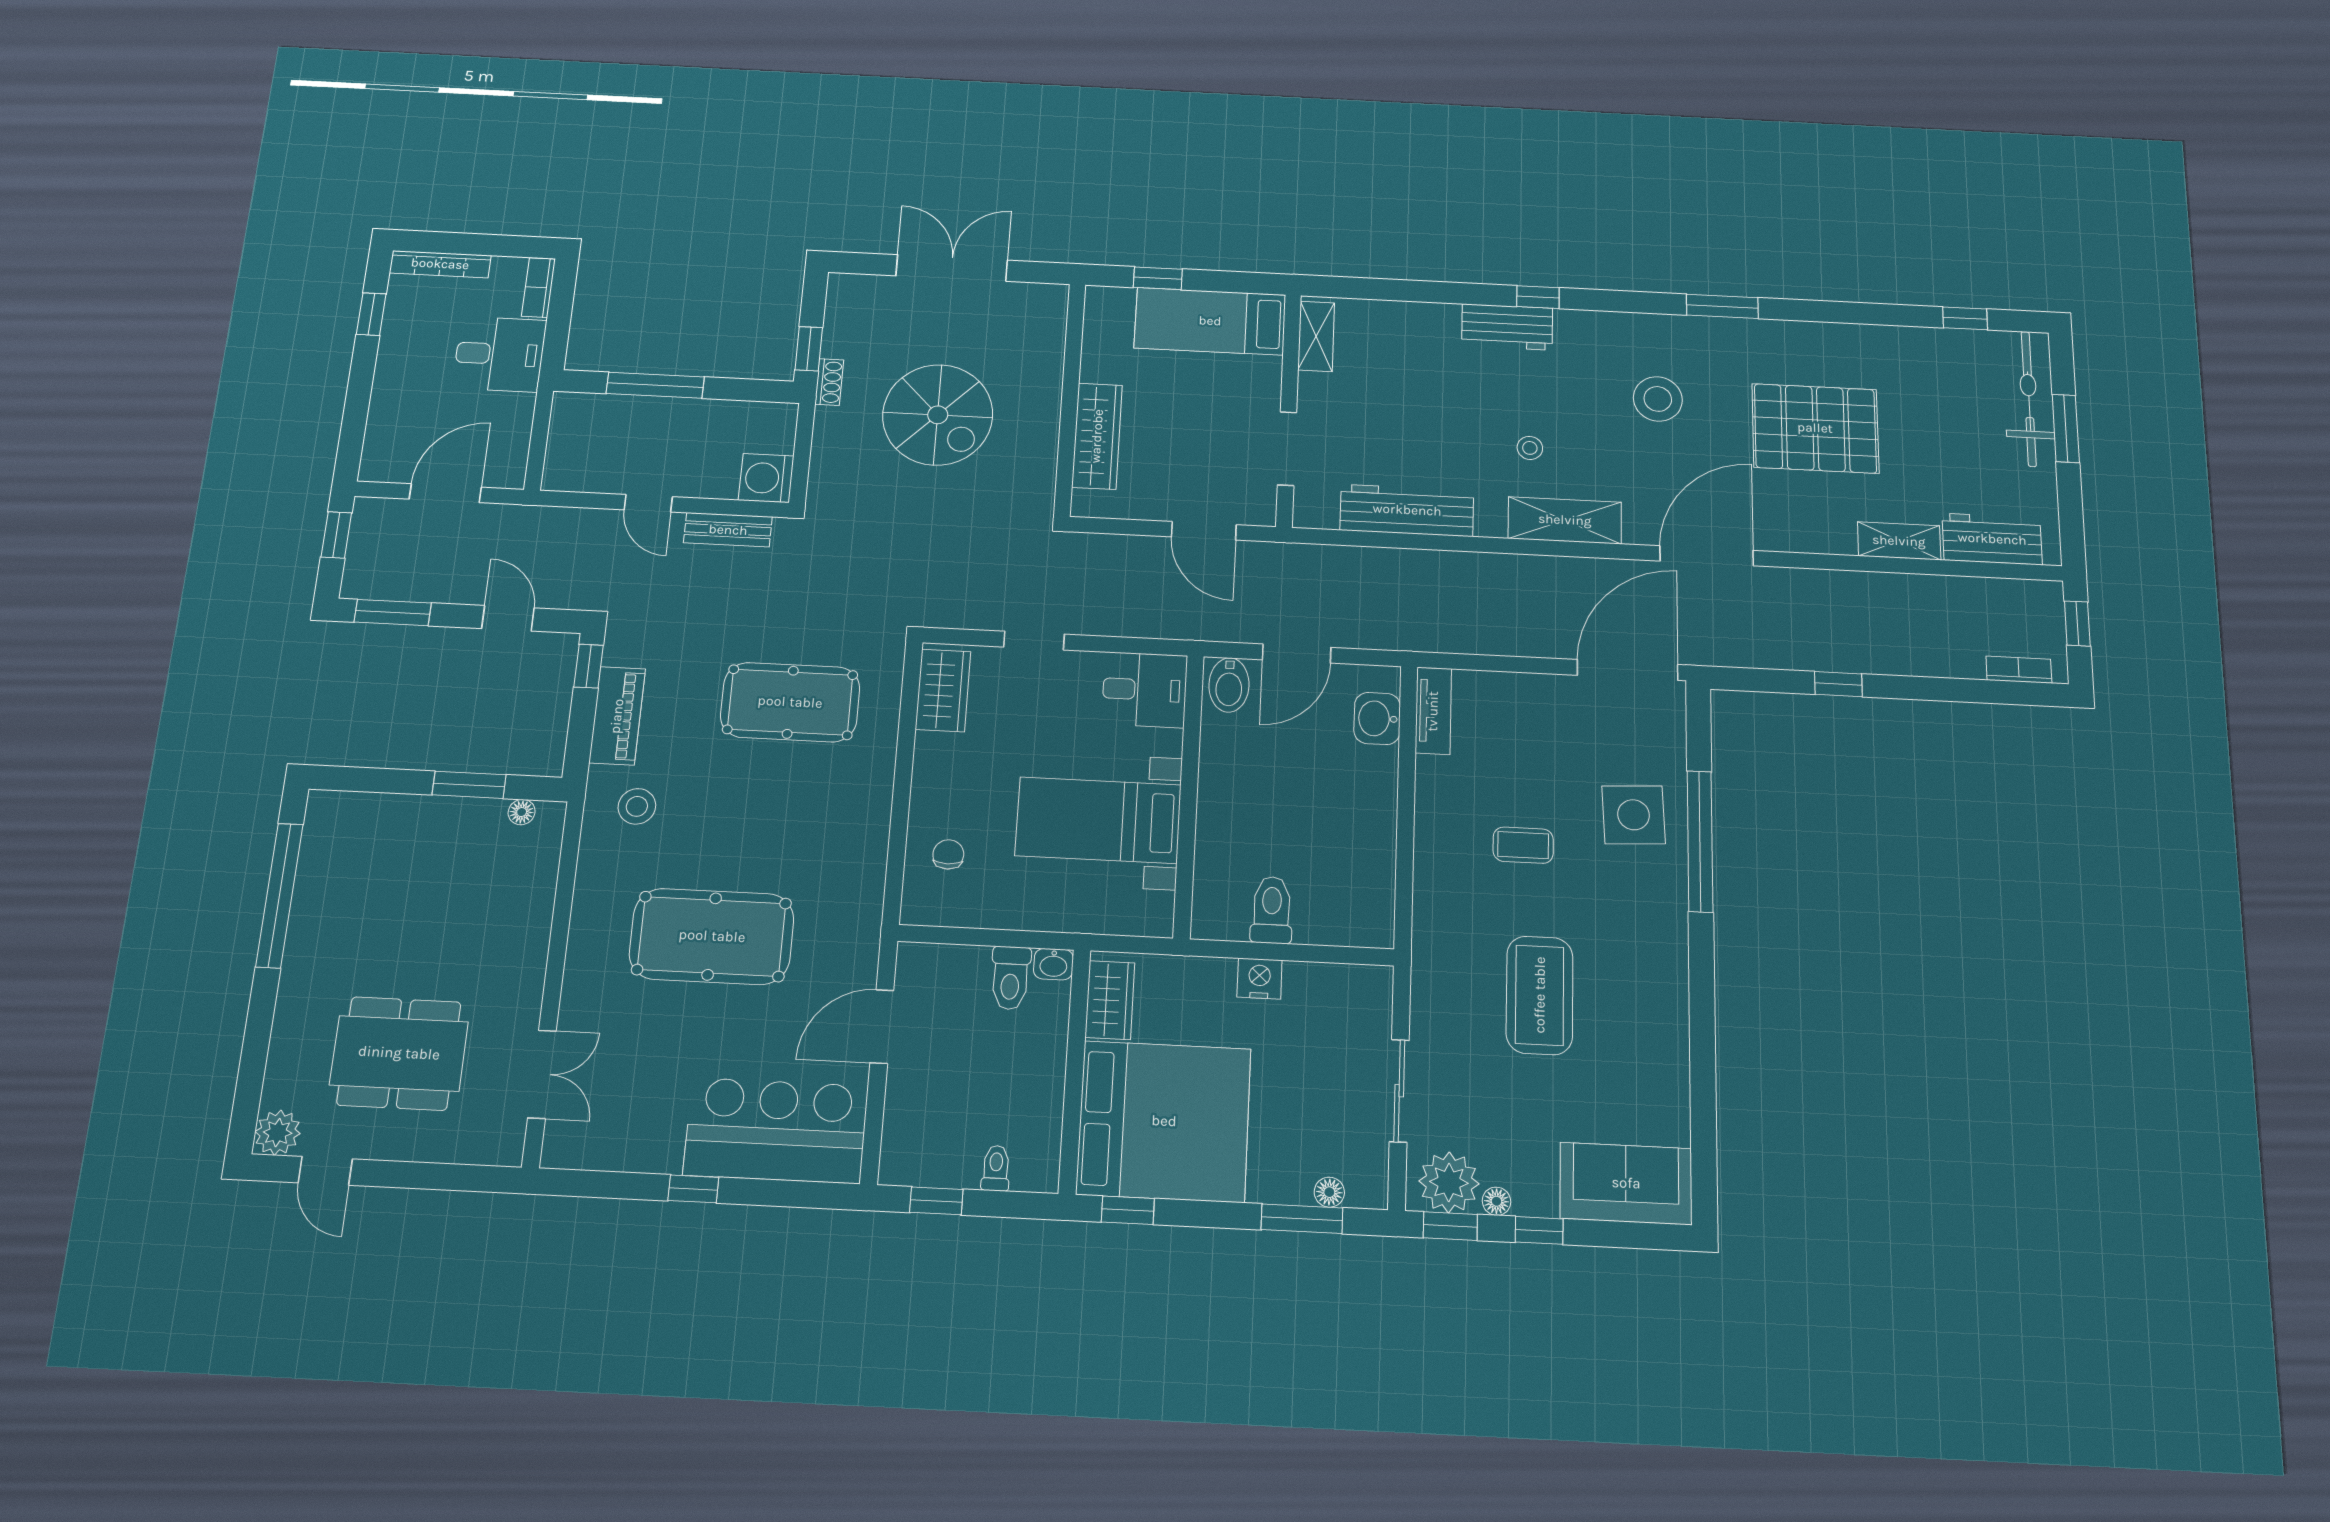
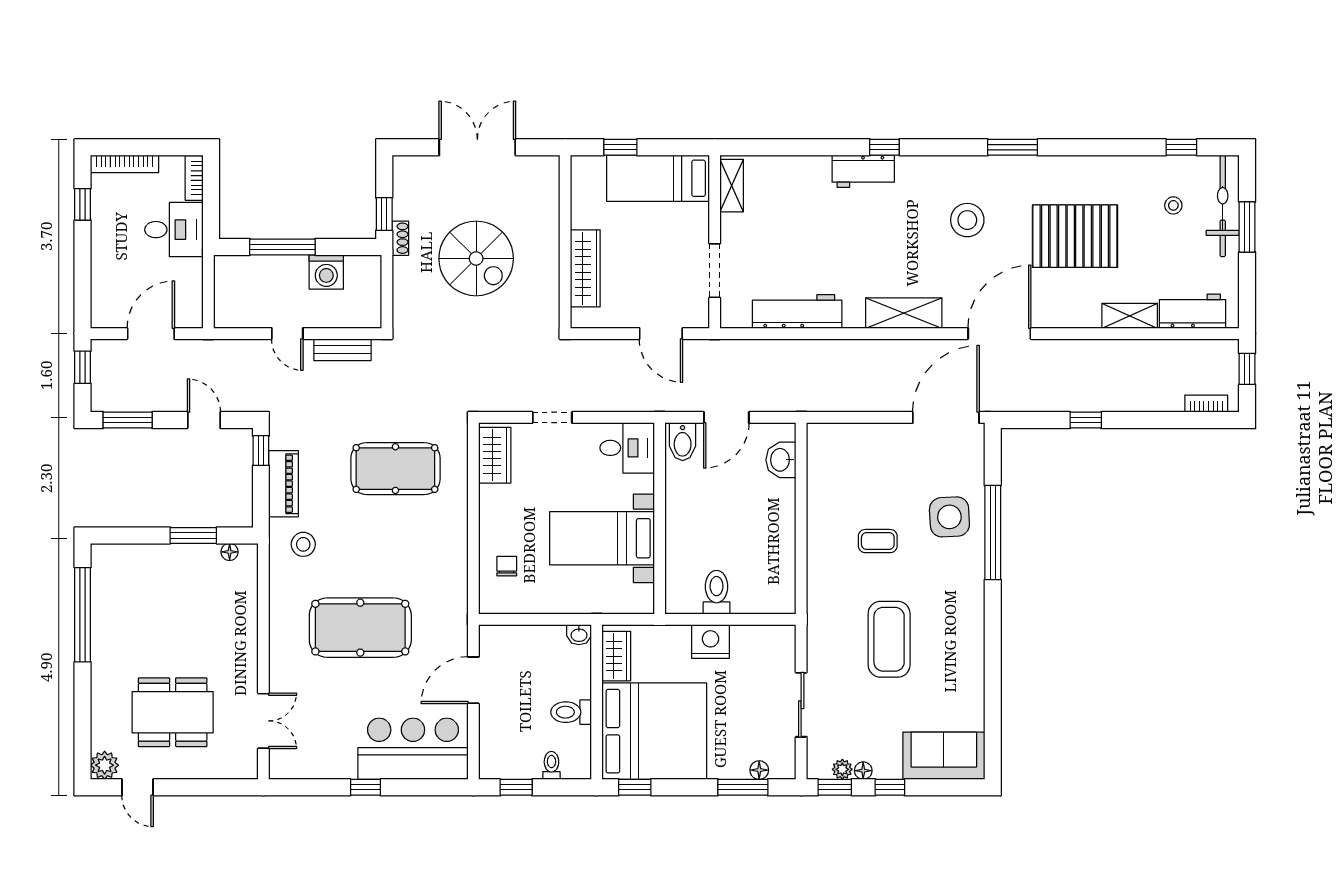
stool: (1530, 448) -> (1173, 205), moved
washing machine: (766, 478) -> (326, 272), moved, turned -90
tv unit: (1433, 711) -> (818, 453), removed
toilet: (1010, 978) -> (571, 712), moved, turned 90
nightstand: (1259, 979) -> (710, 642), width x1.36, depth x1.33
plant: (1449, 1182) -> (842, 769), width x0.53, depth x0.53

